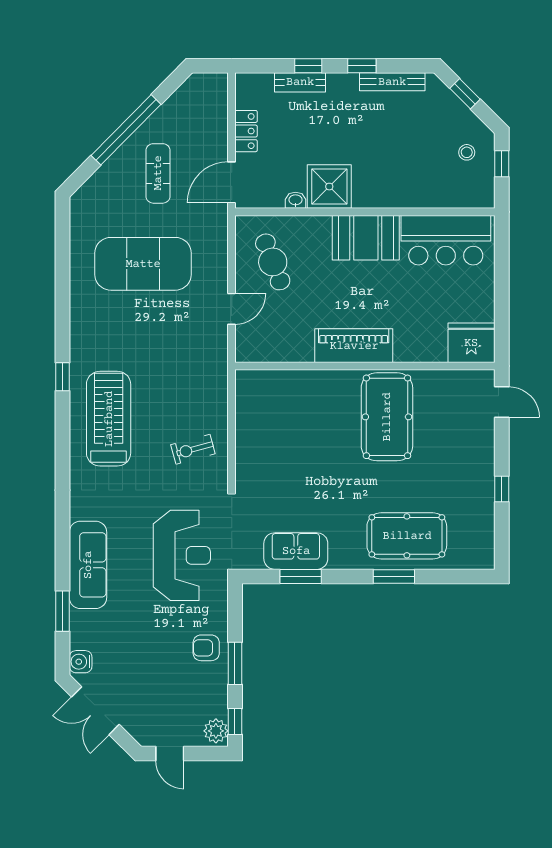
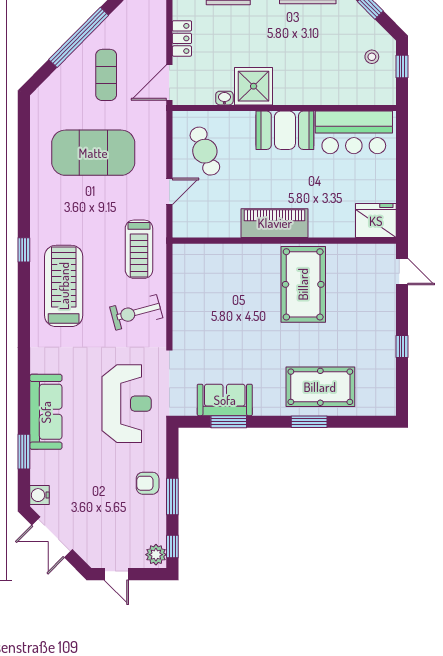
treadmill: (196, 376) -> (139, 249), added
exercise bike: (193, 449) -> (136, 312), width x1.38, depth x1.39

